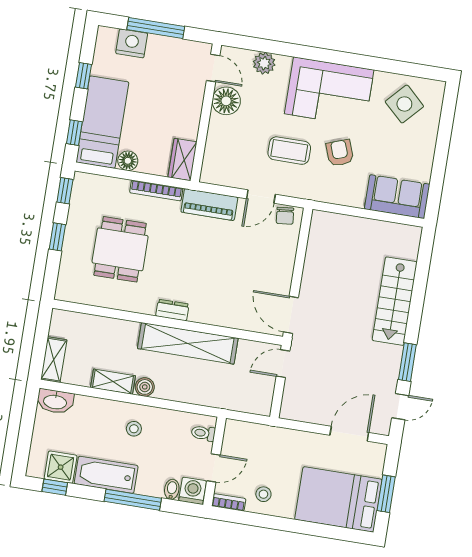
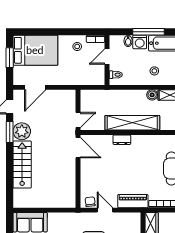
door: (261, 197) -> (105, 210), hinge flipped
dresser: (172, 310) -> (122, 140), moved
plant: (386, 360) -> (22, 131), added
washing machine: (193, 491) -> (140, 42), moved

